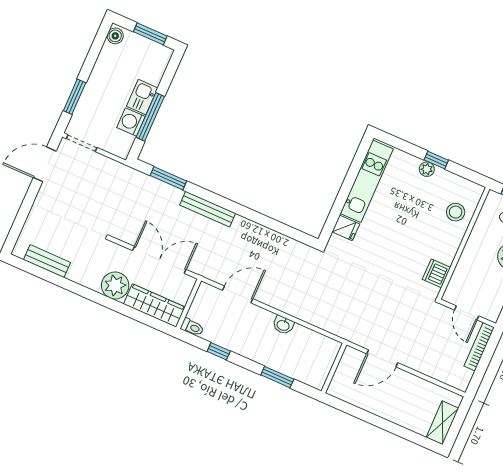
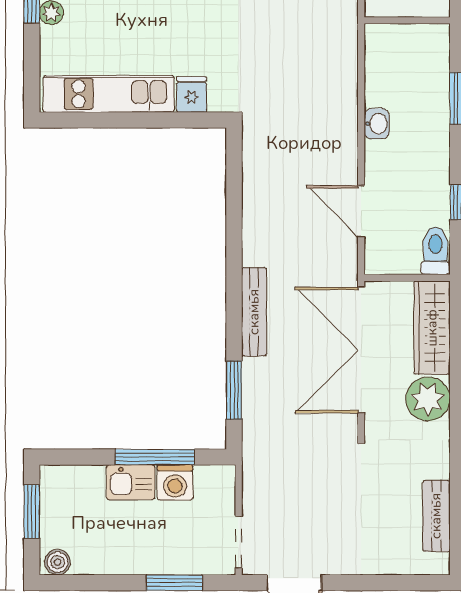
double door: (159, 260) -> (361, 350), width x1.36
toilet: (192, 327) -> (435, 251), width x1.37, depth x1.39

